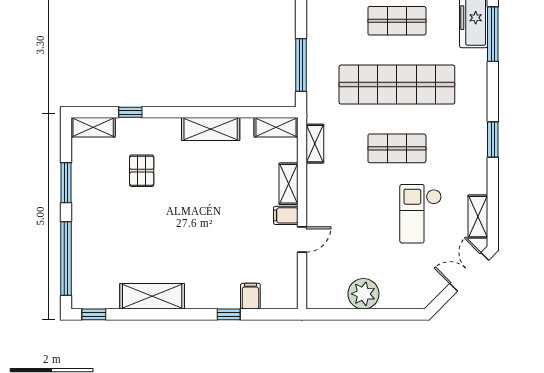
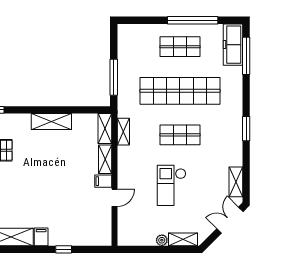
shelving: (276, 127) -> (105, 129), moved, turned 90
checkout: (421, 214) -> (171, 185), moved
plant: (363, 294) -> (162, 240), width x0.53, depth x0.53
filing cabinet: (250, 296) -> (41, 237), moved
shelving: (401, 300) -> (183, 239), added

